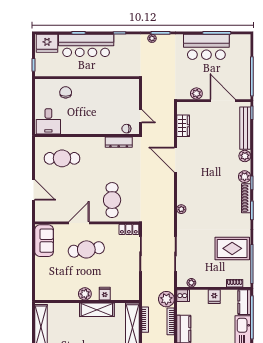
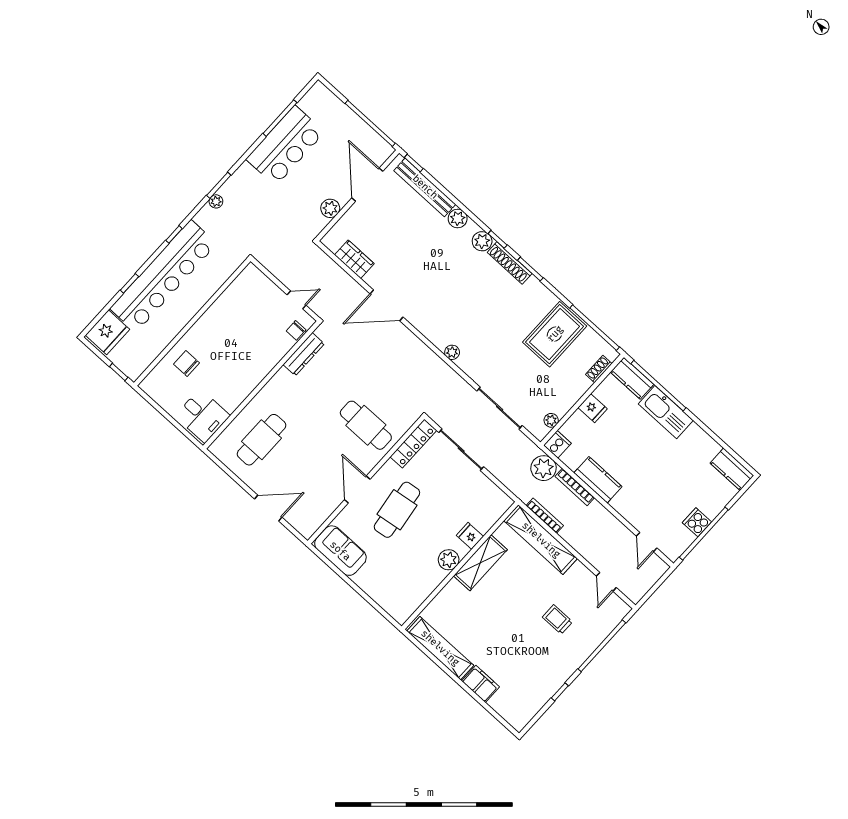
bar counter: (86, 45) -> (163, 276), width x1.36
door: (223, 101) -> (367, 185), hinge flipped
locker: (129, 229) -> (413, 444), width x1.53

